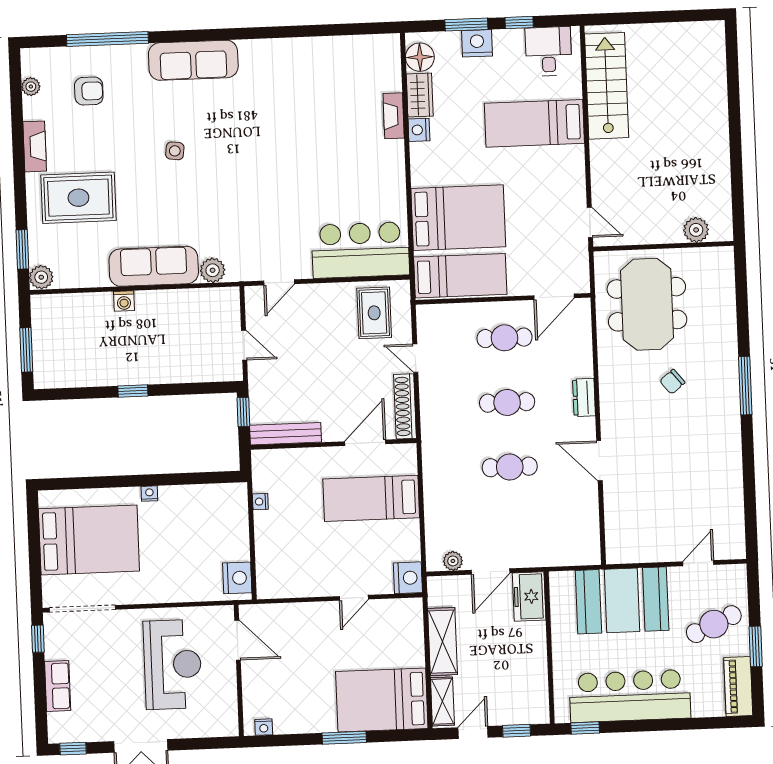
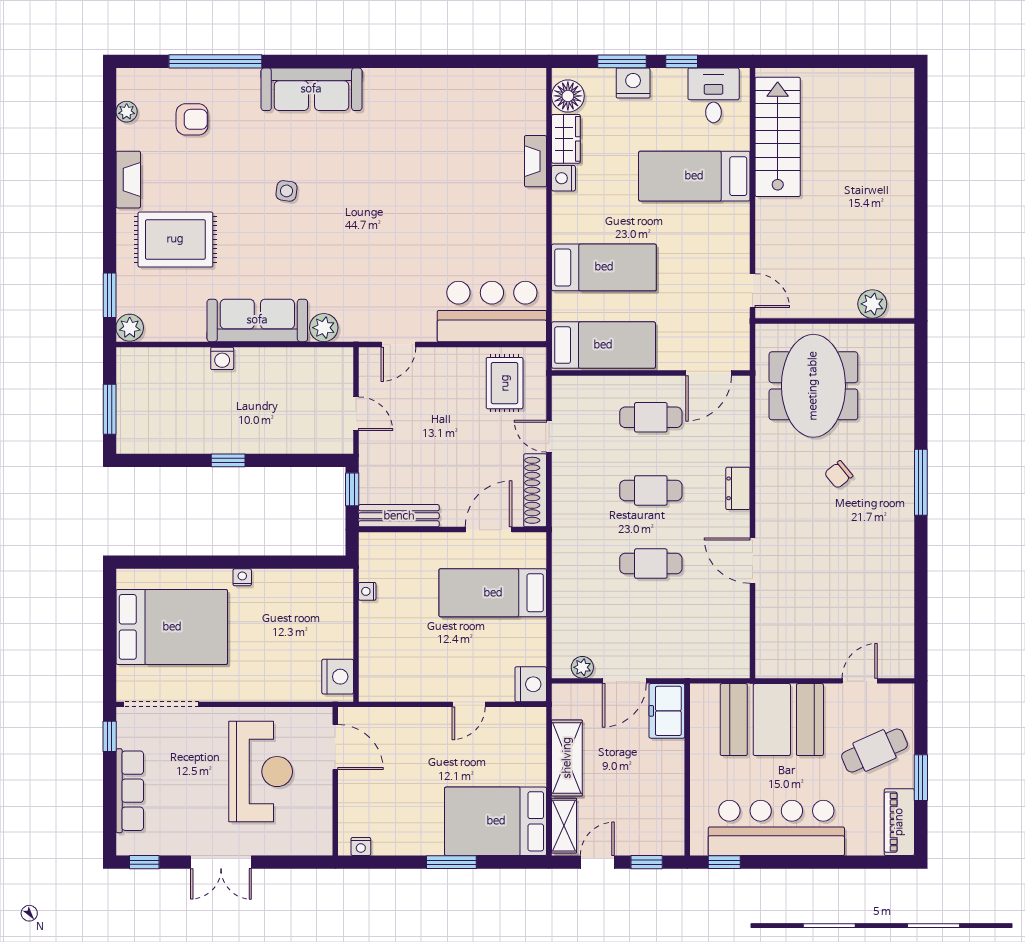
bed: (458, 218) -> (604, 267), width x0.67
row of seats: (58, 686) -> (130, 791), width x1.48

